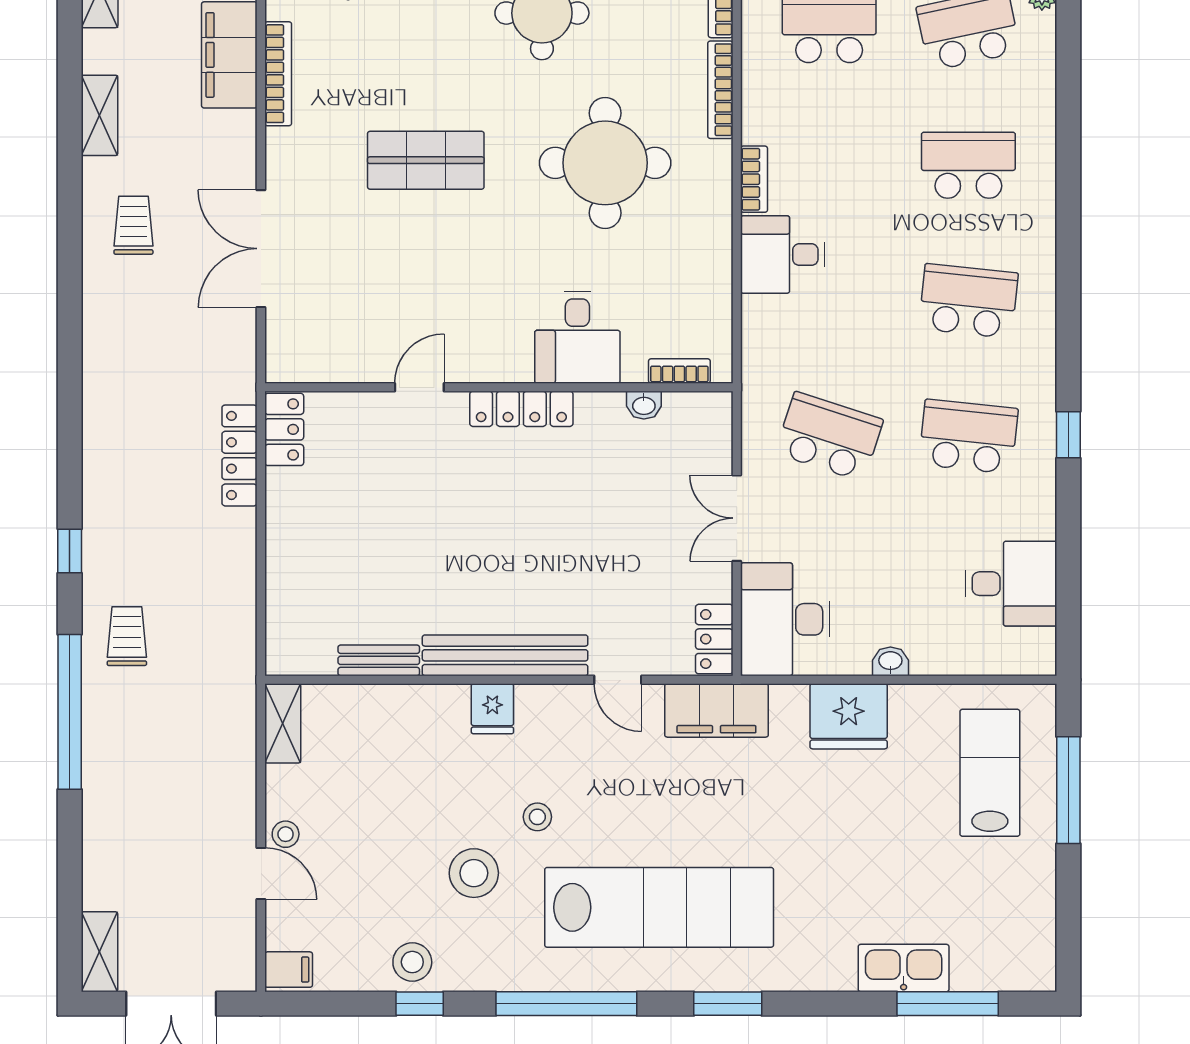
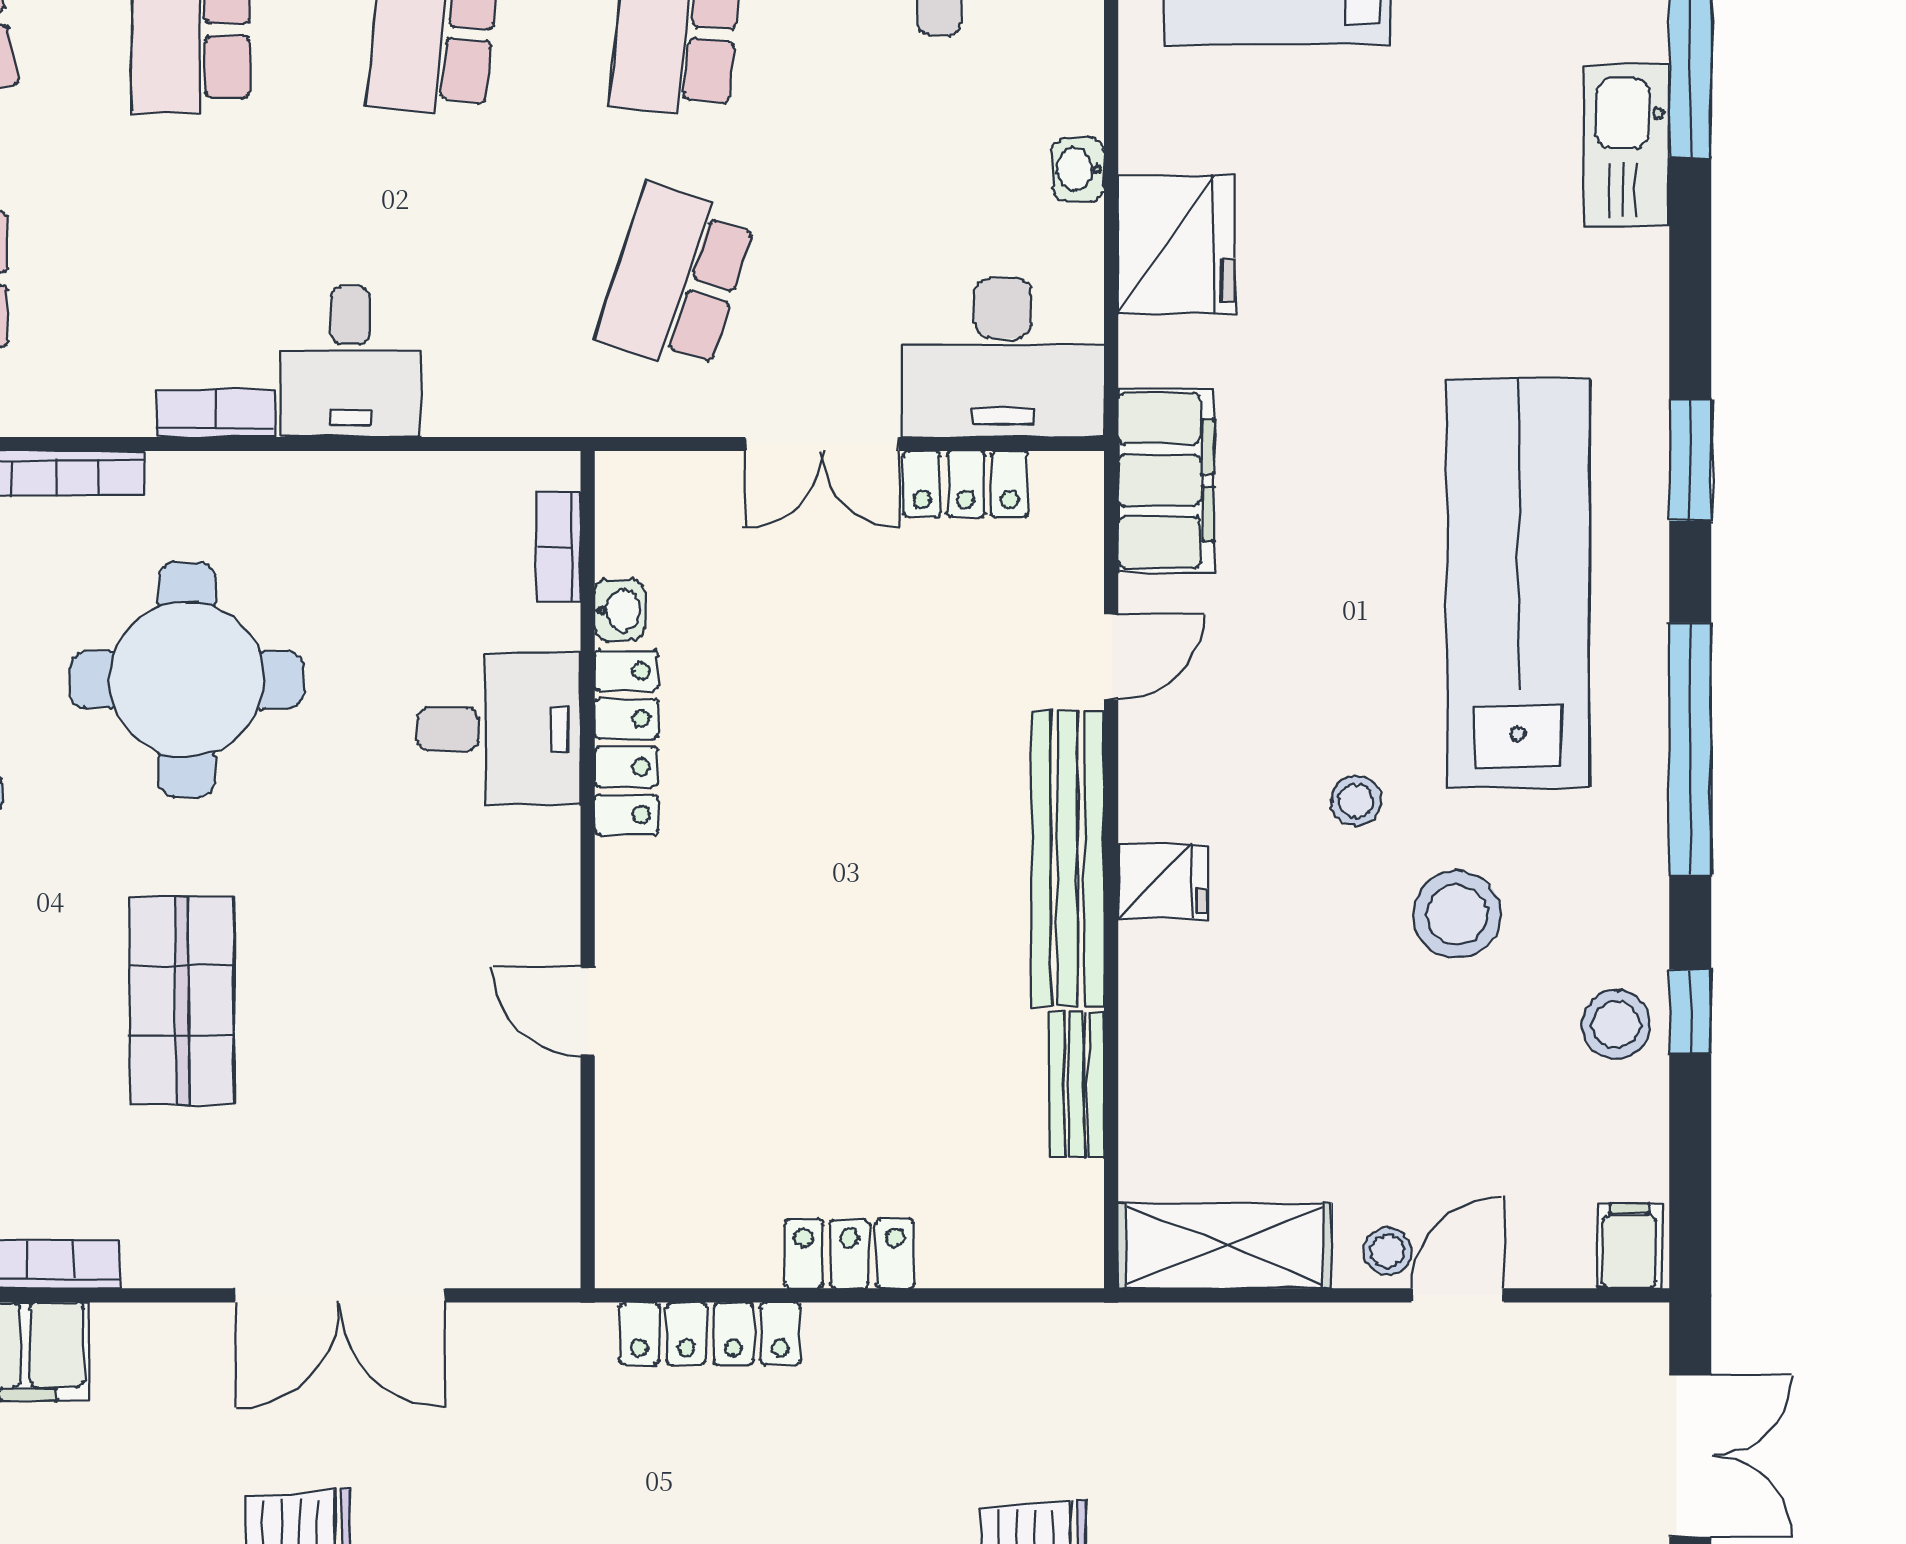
locker: (521, 409) -> (626, 743), moved
locker: (284, 429) -> (849, 1254), moved
locker: (714, 639) -> (966, 484), moved
shelving: (283, 723) -> (1225, 1246), width x1.50, depth x1.33

